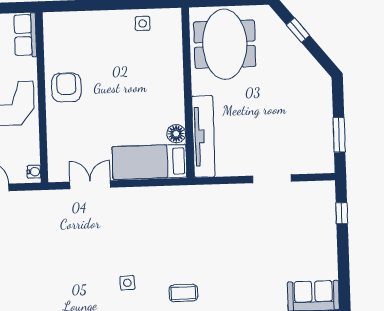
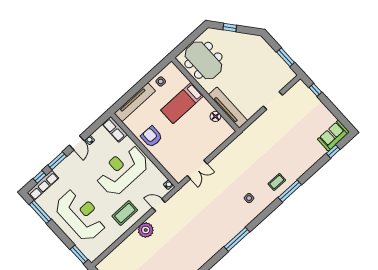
tv unit: (84, 21) -> (135, 102), added
bed: (149, 162) -> (182, 103), moved
double door: (90, 185) -> (197, 170), swing flipped

